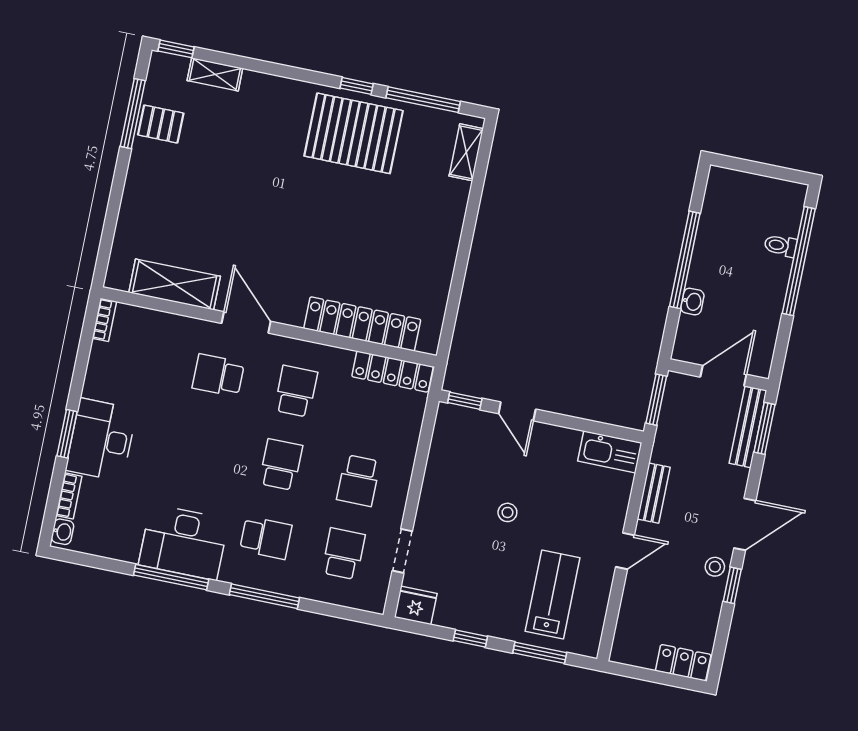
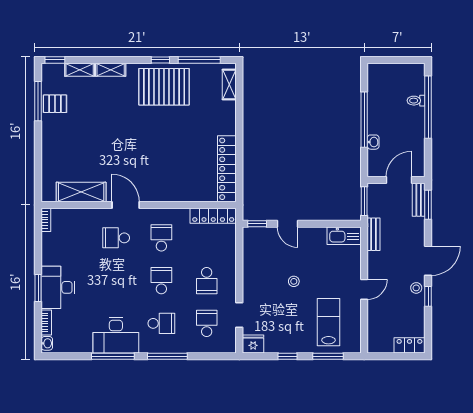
shelving: (268, 85) -> (111, 70), added
locker: (362, 324) -> (227, 169), moved, turned -90
bench: (748, 427) -> (419, 200), width x0.73
bench: (654, 493) -> (374, 234), moved

